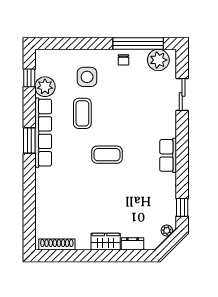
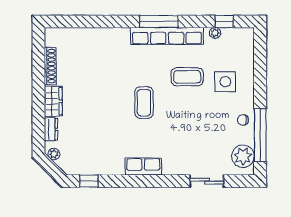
plant: (45, 87) -> (215, 33), width x0.53, depth x0.53
window: (29, 141) -> (159, 21), width x1.44
plant: (167, 231) -> (54, 154), moved
shoe rack: (57, 245) -> (50, 66), moved

